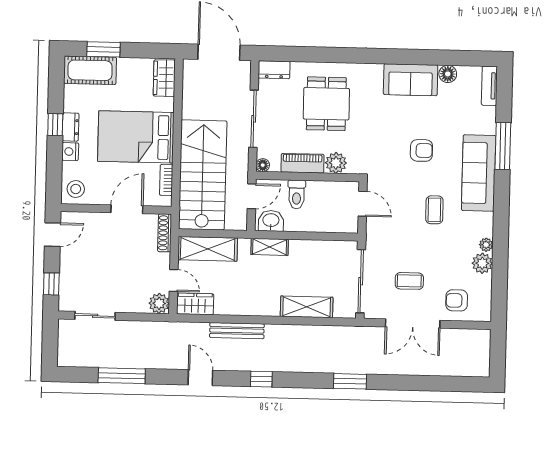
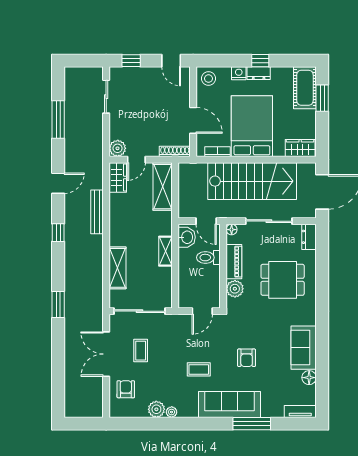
stairs: (203, 175) -> (252, 181), moved
shelving: (270, 247) -> (165, 251), moved

